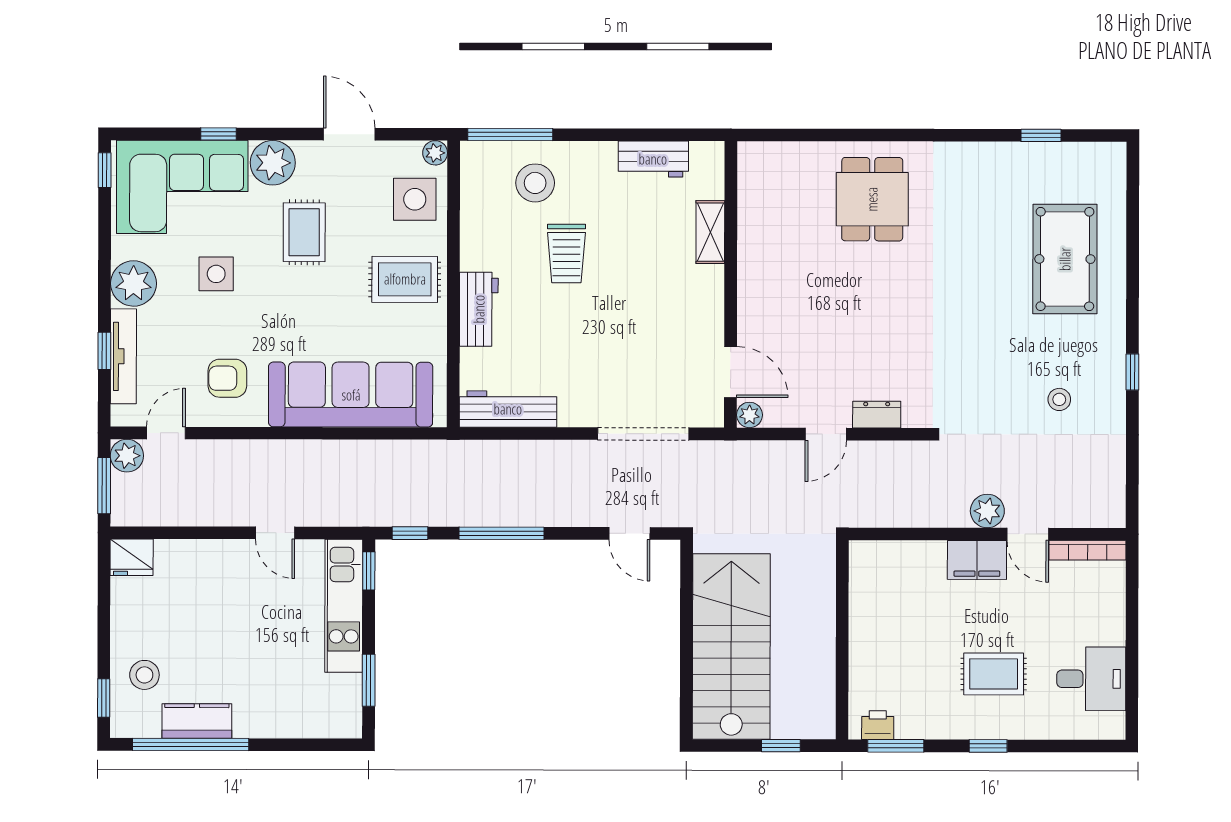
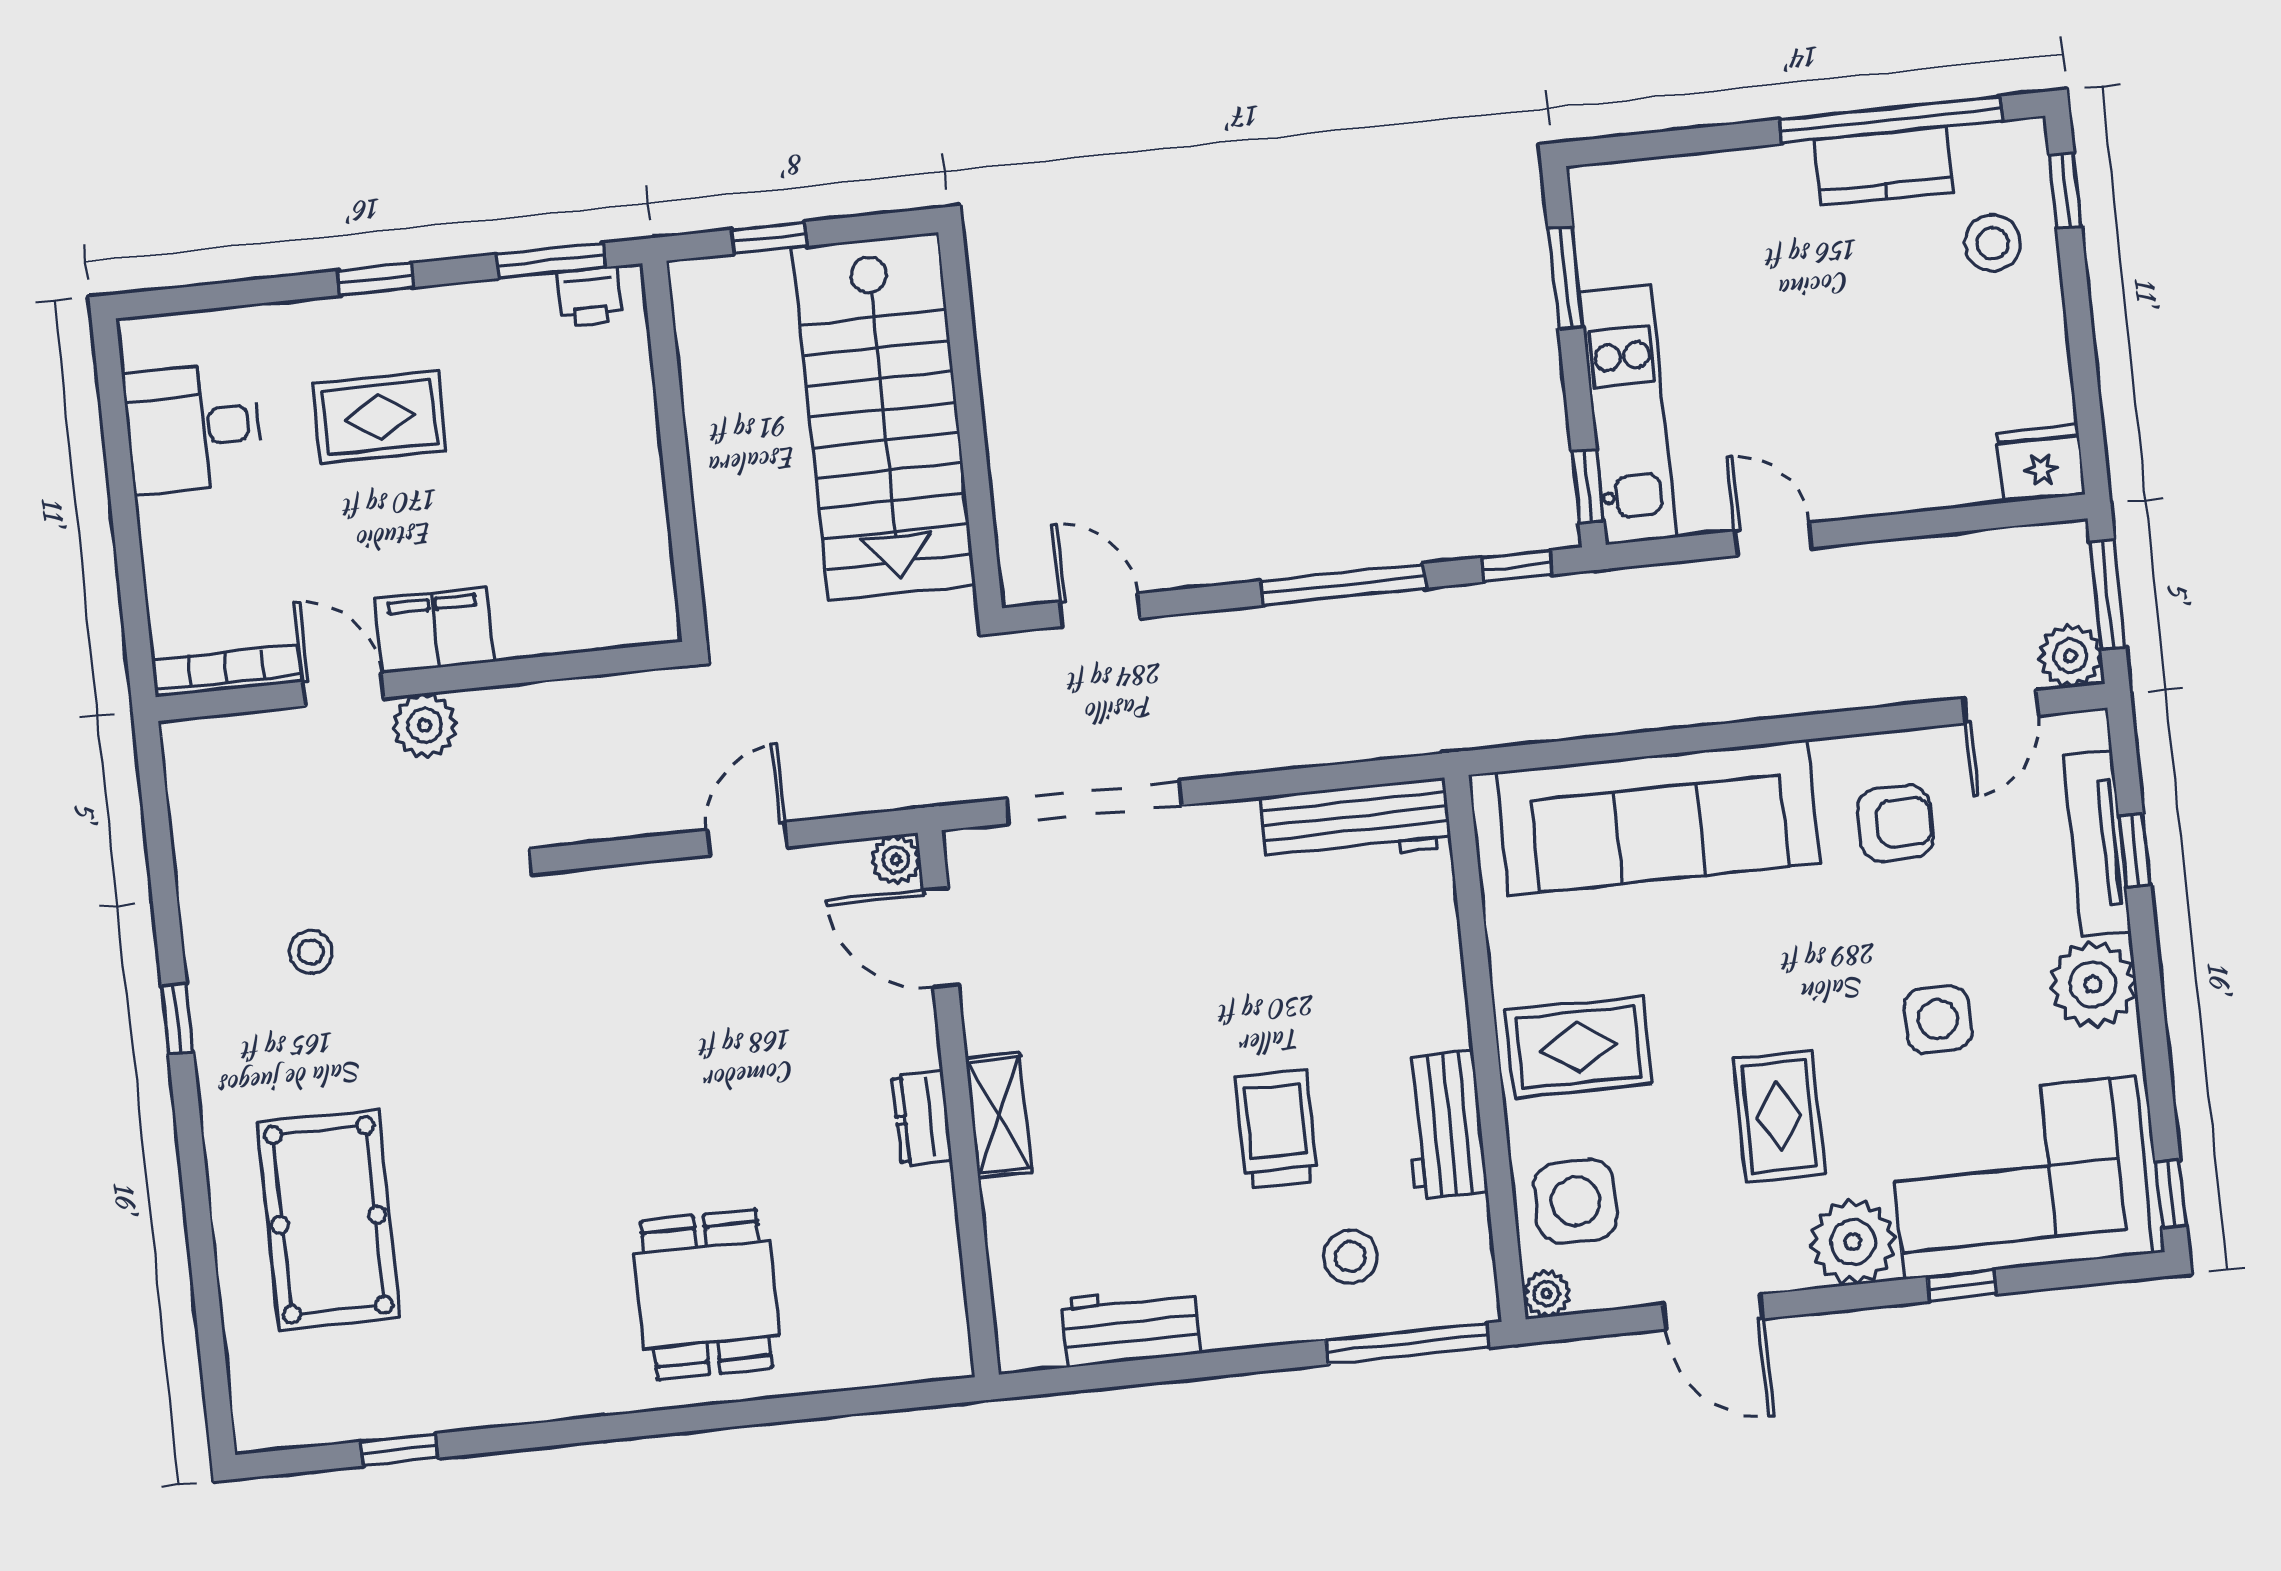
stool: (535, 183) -> (1350, 1257), width x0.73, depth x0.73
shelving: (710, 232) -> (999, 1115), moved
workbench: (479, 309) -> (1444, 1125), moved
dresser: (877, 415) -> (922, 1118), moved, turned 90

